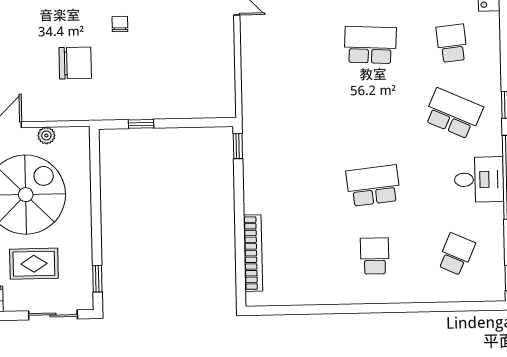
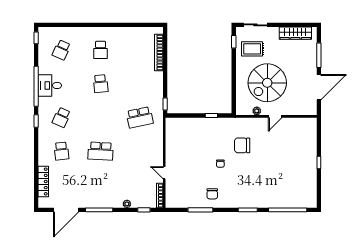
school desk: (453, 114) -> (61, 117), width x0.54
school desk: (290, 117) -> (140, 117), added
school desk: (373, 186) -> (101, 84), width x0.54
rug: (34, 264) -> (252, 49), moved

